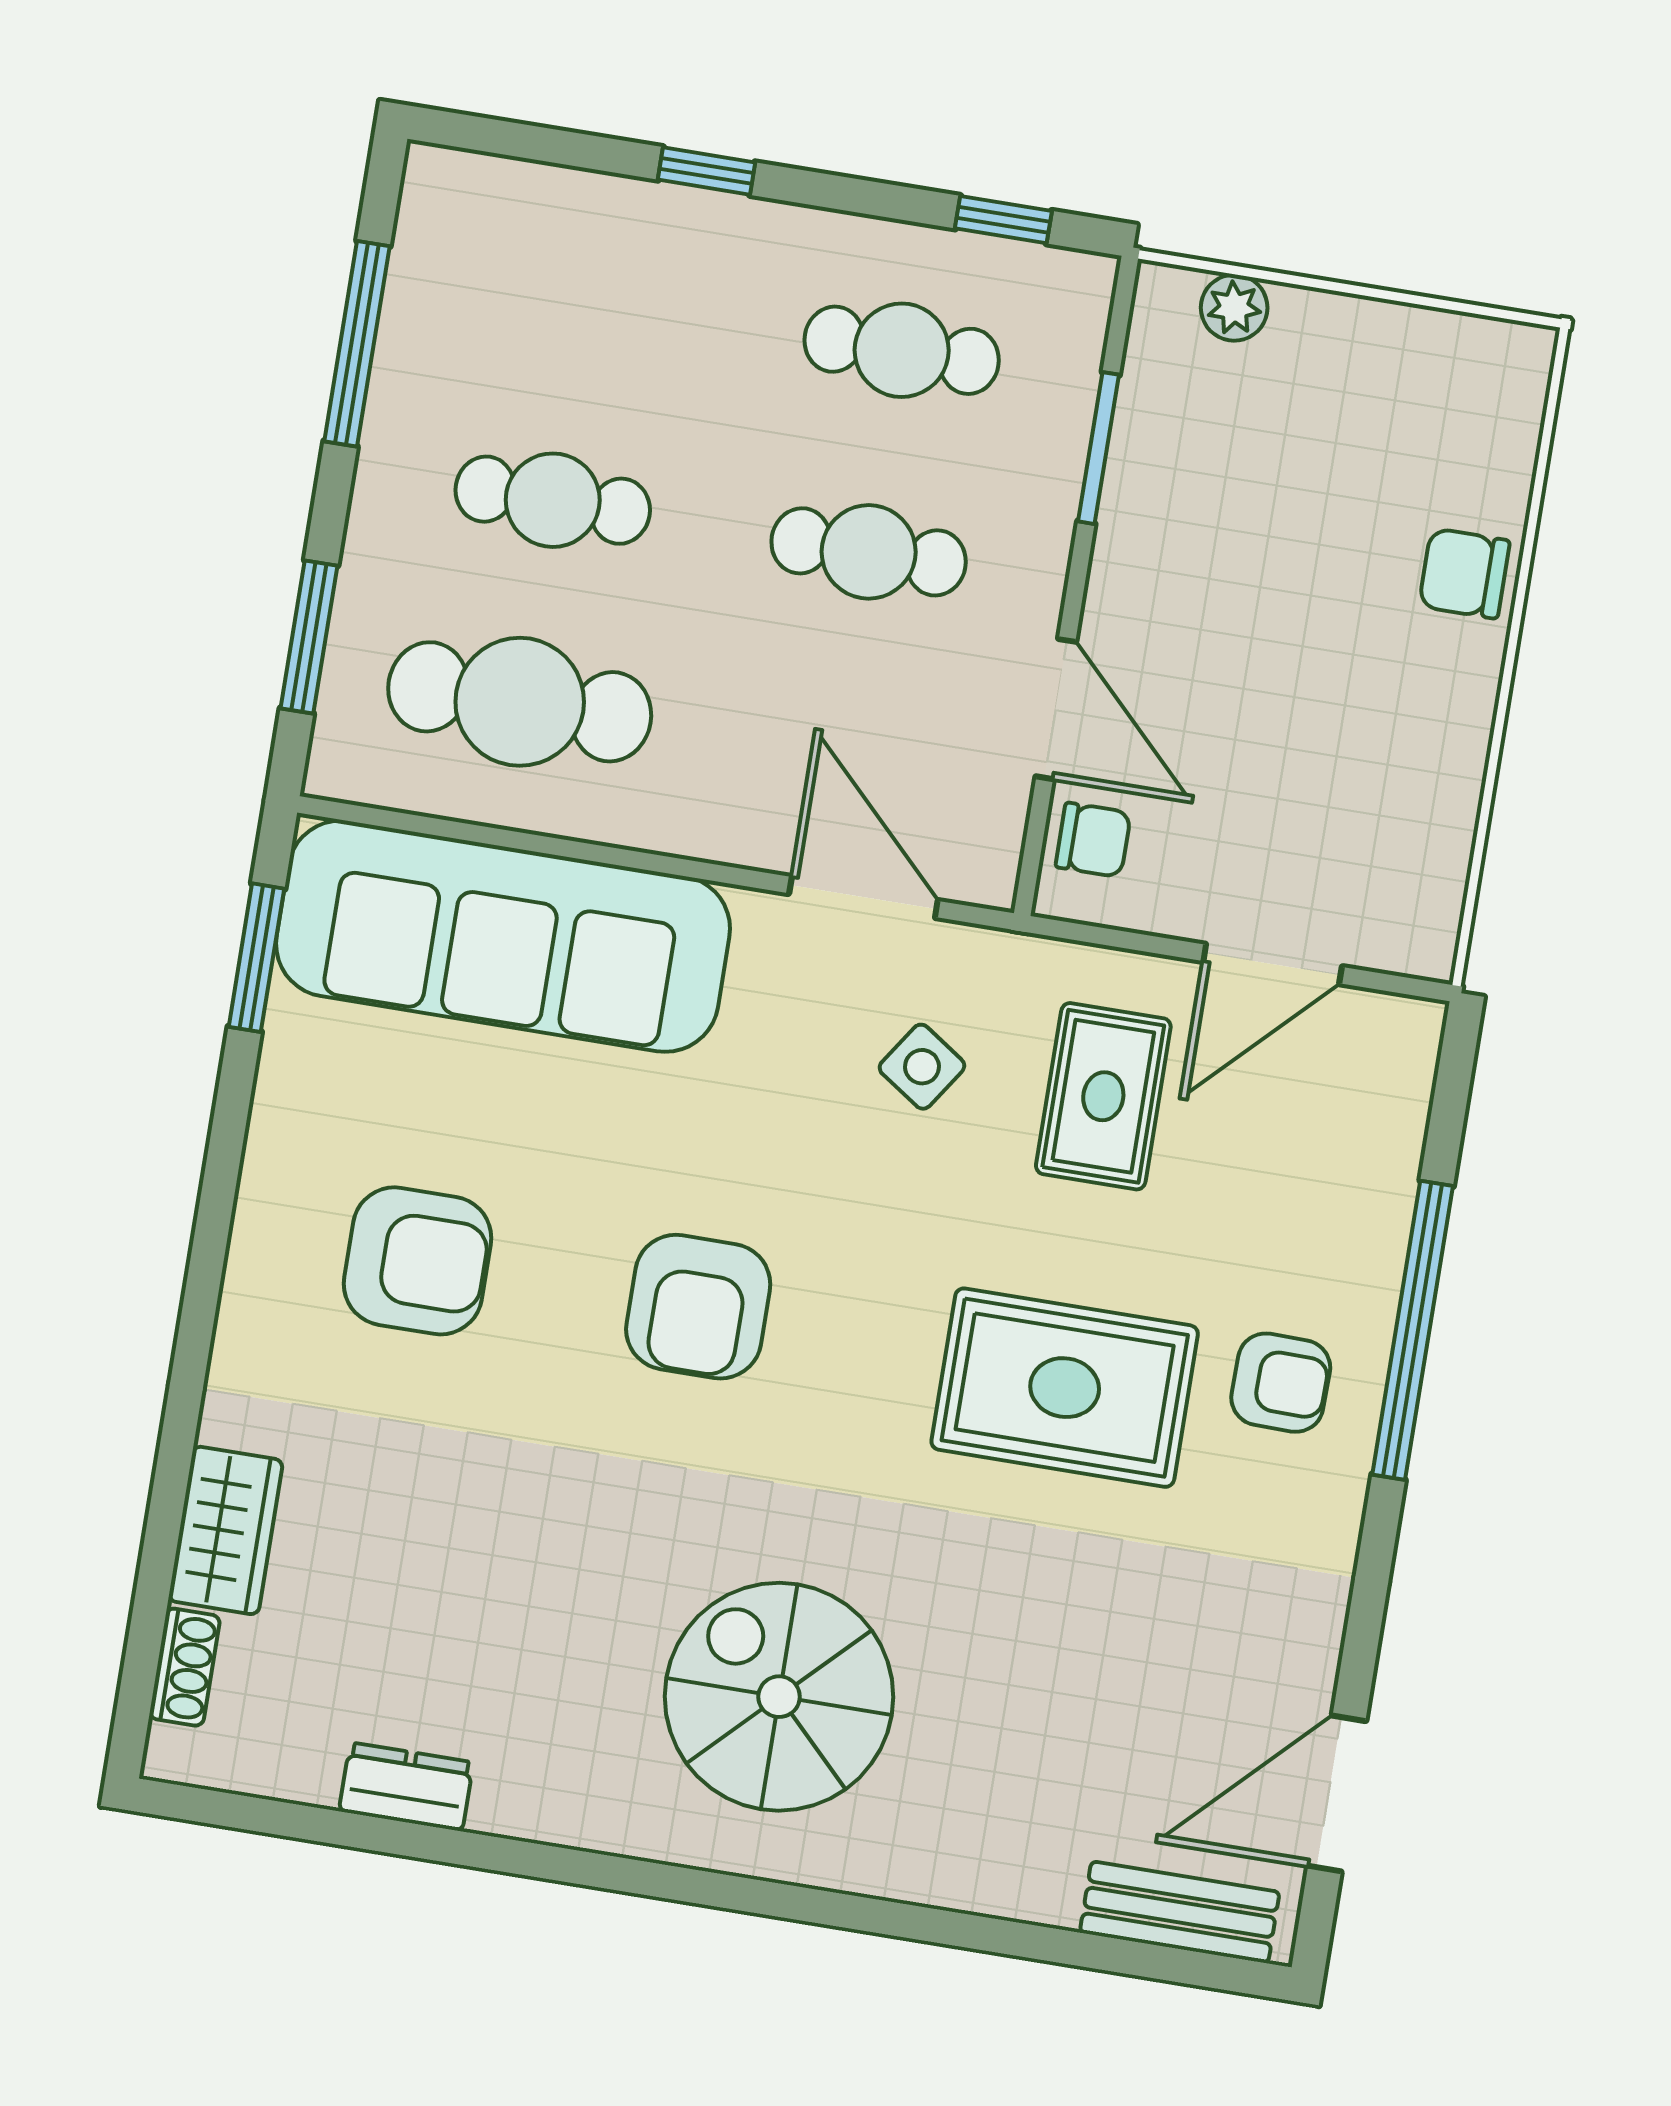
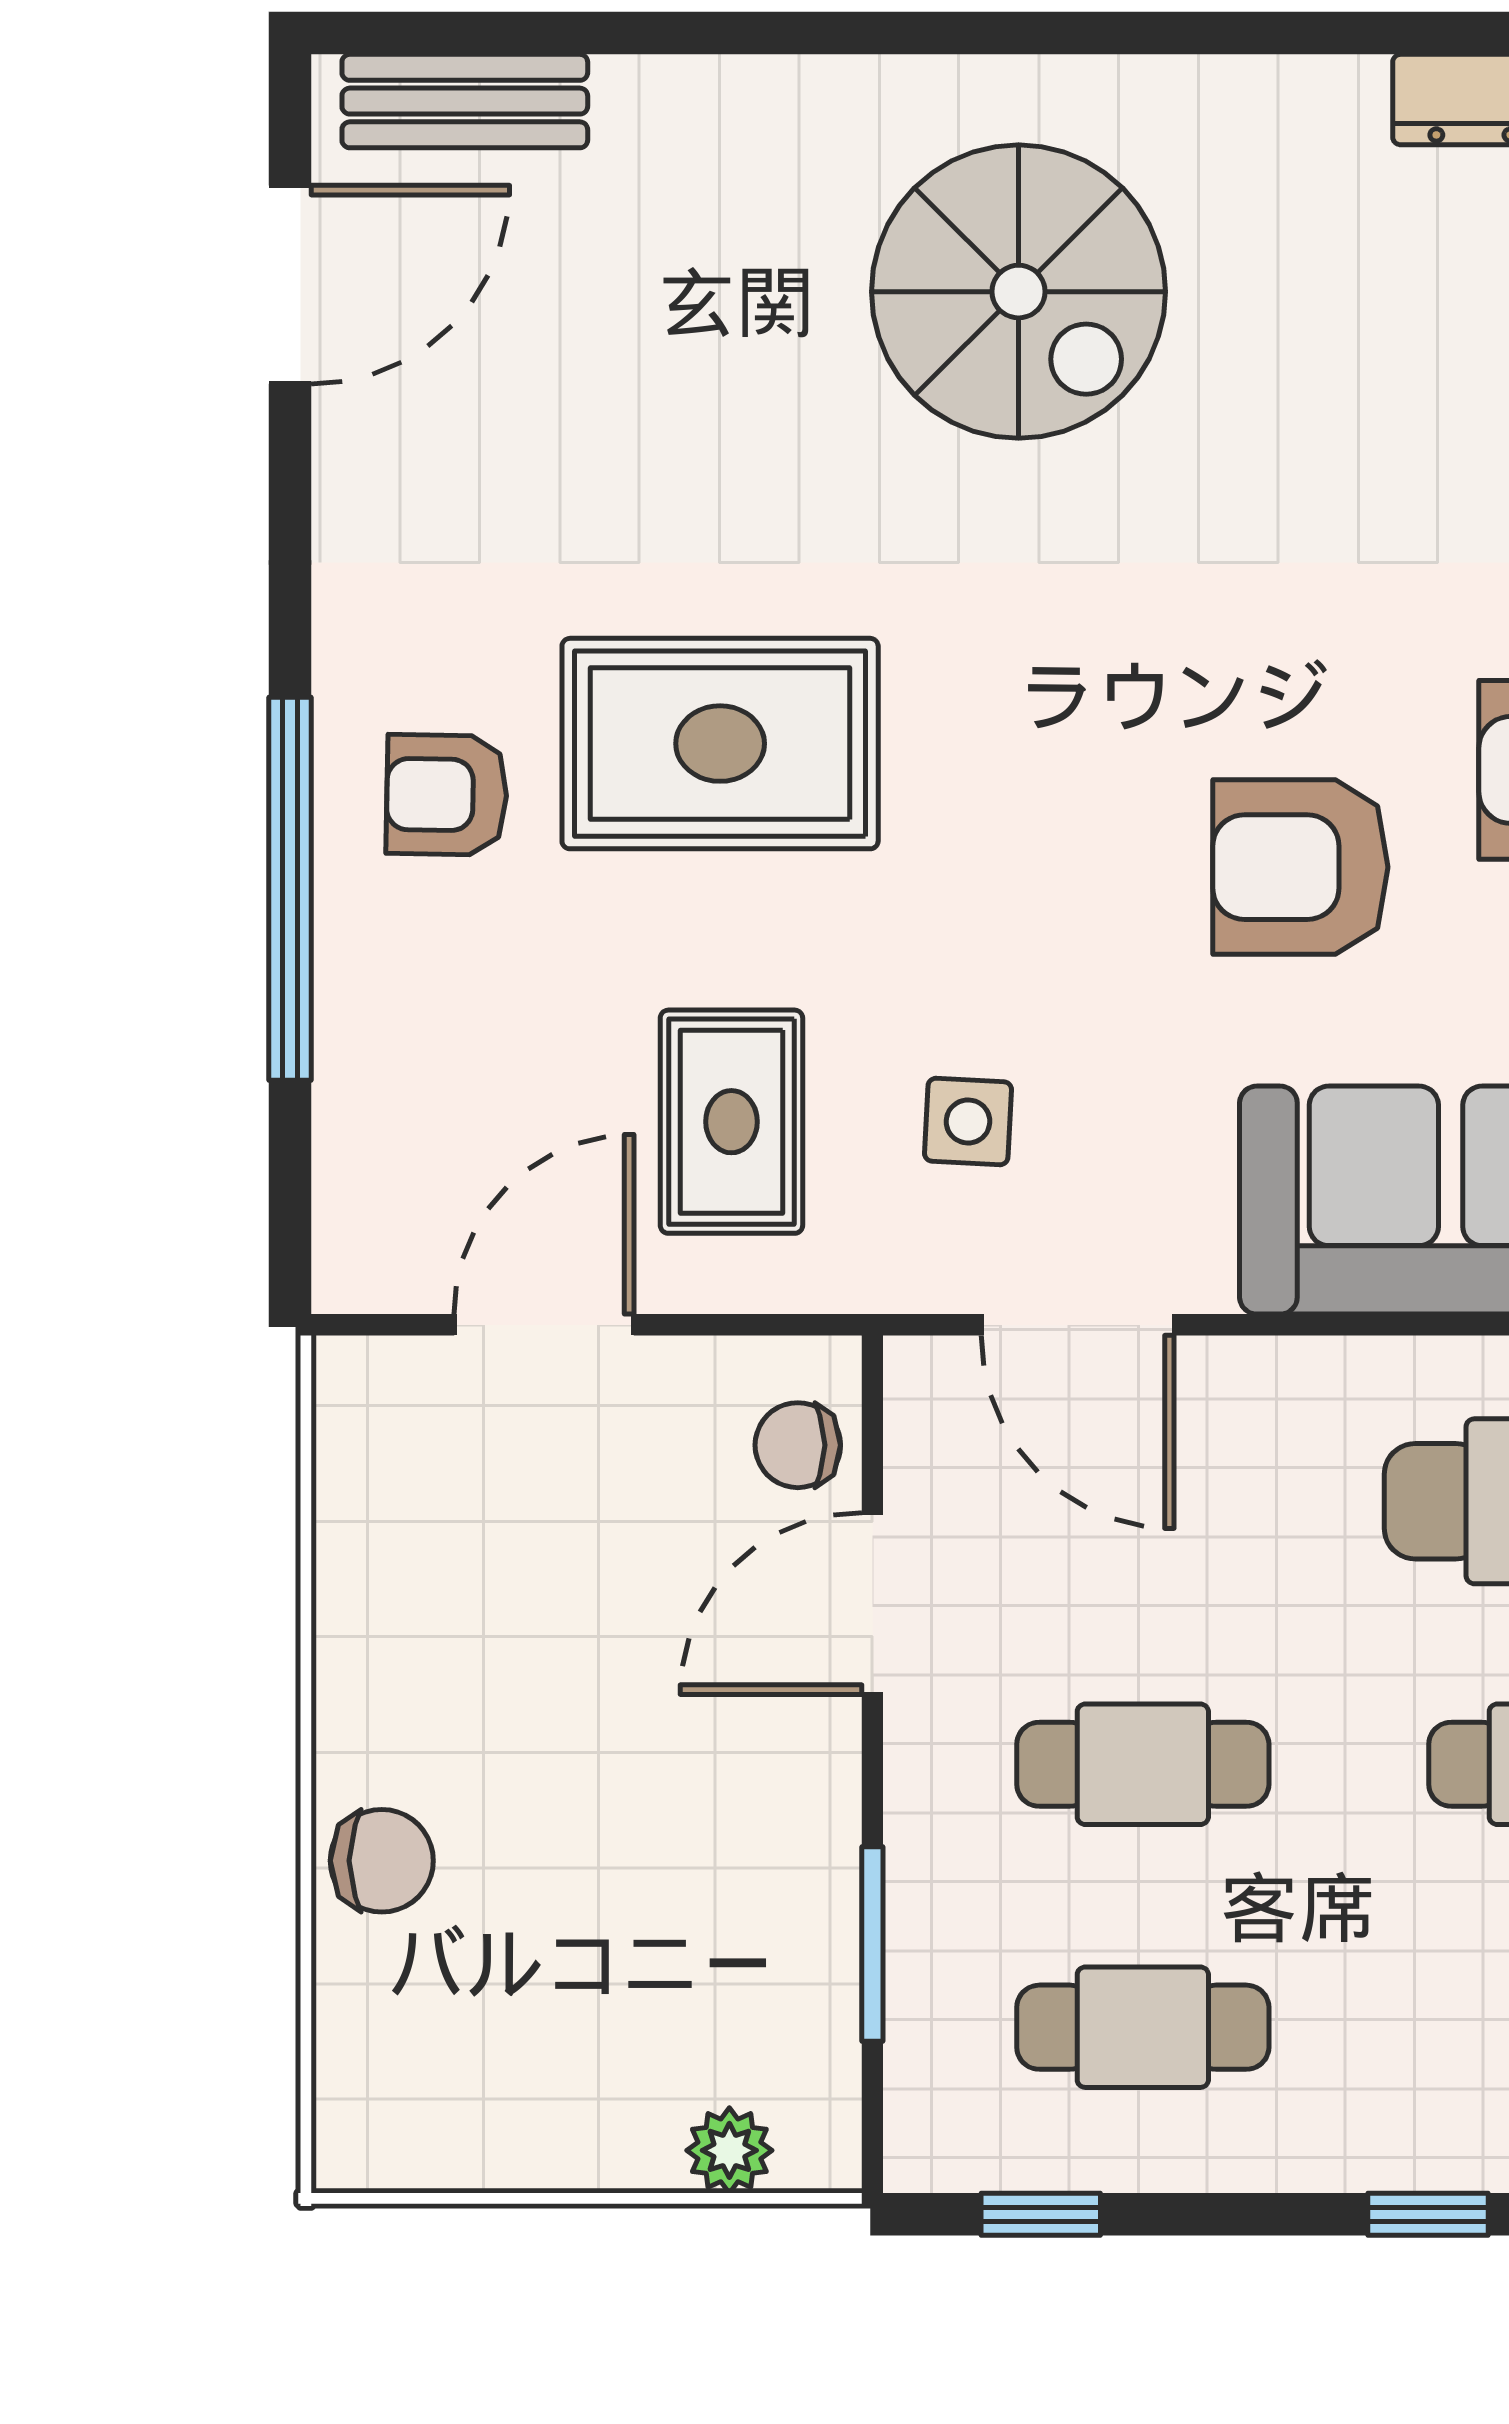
door: (1056, 709) -> (872, 1604), hinge flipped
side table: (922, 1067) -> (968, 1121), turned -31
armchair: (698, 1307) -> (1300, 867), moved, turned -90

